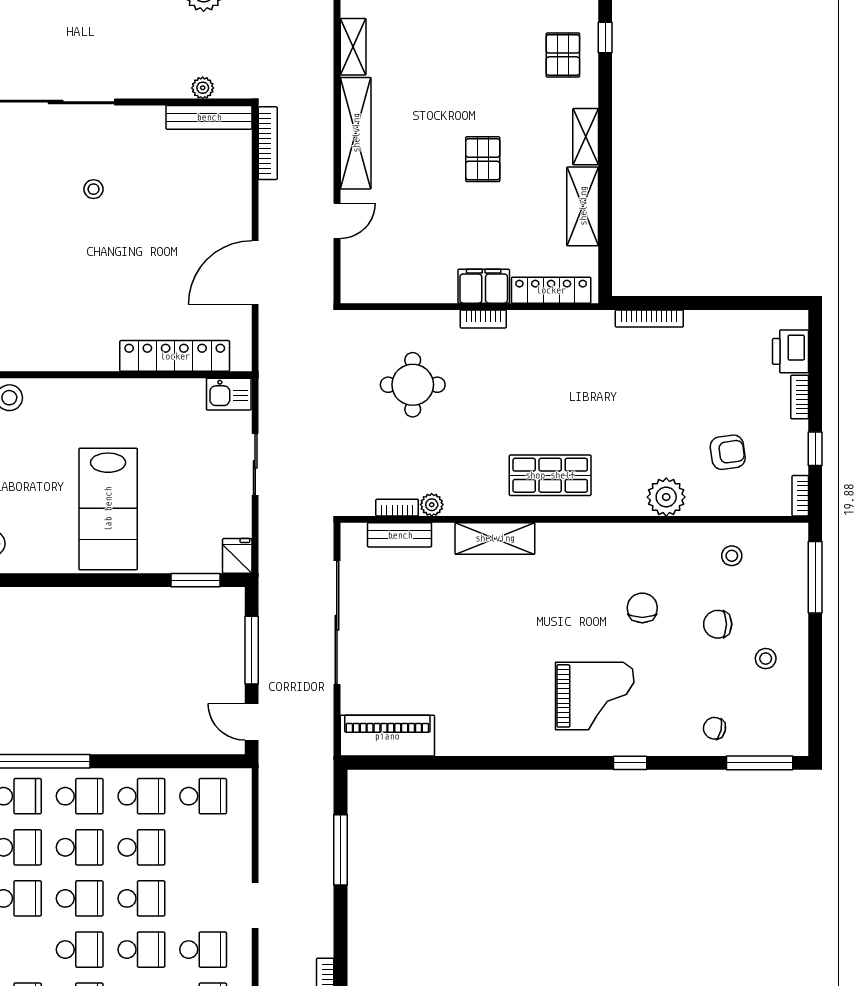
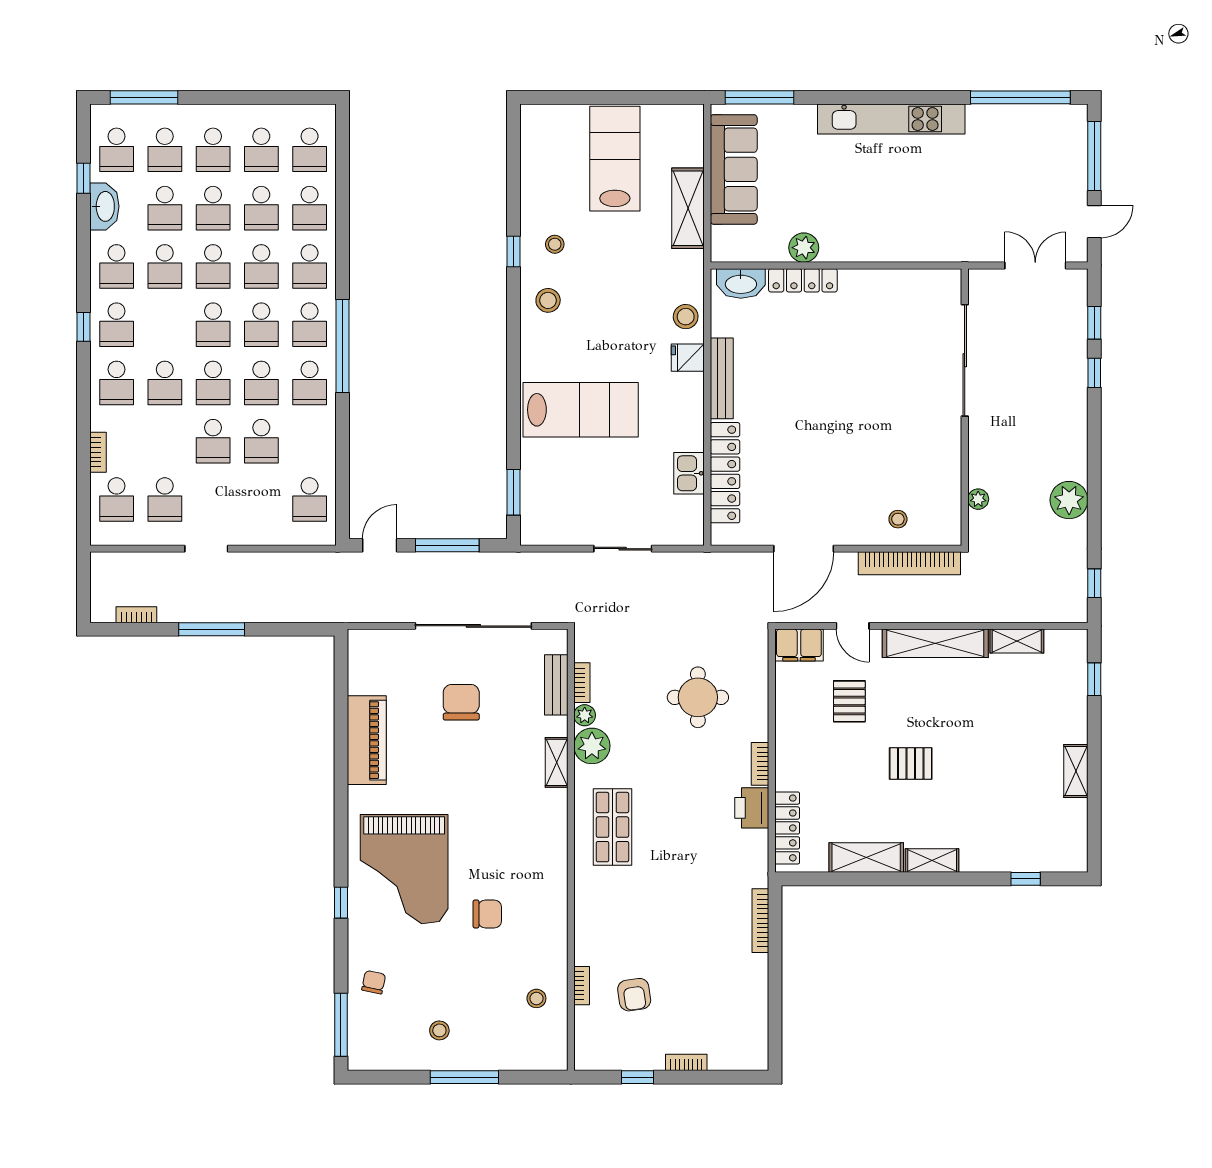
pallet: (563, 55) -> (849, 701), moved, turned 90
bench: (209, 117) -> (722, 378), moved
bookcase: (268, 143) -> (909, 563), width x1.48, depth x1.31
stool: (93, 189) -> (898, 519), moved
door: (255, 273) -> (804, 549), swing flipped
filing cabinet: (484, 286) -> (799, 645), moved, turned 90
printer: (790, 351) -> (752, 808), moved, turned -90
kitchen sink: (229, 394) -> (689, 473), moved
bookcase: (800, 496) -> (582, 986), moved, turned 90
plant: (666, 497) -> (592, 746), moved
lab bench: (108, 509) -> (581, 410), turned 180
shelving: (495, 538) -> (557, 762), width x0.67, depth x0.75
fridge: (237, 556) -> (688, 358), moved, turned 180
window: (815, 577) -> (464, 1077), moved
chair: (718, 624) -> (461, 702), moved, width x1.37, depth x1.37
grand piano: (595, 696) -> (404, 869), width x1.37, depth x1.48
piano: (387, 736) -> (367, 740), moved
school desk: (141, 796) -> (310, 441), removed
window: (341, 850) -> (212, 629), moved
school desk: (141, 950) -> (165, 441), removed

